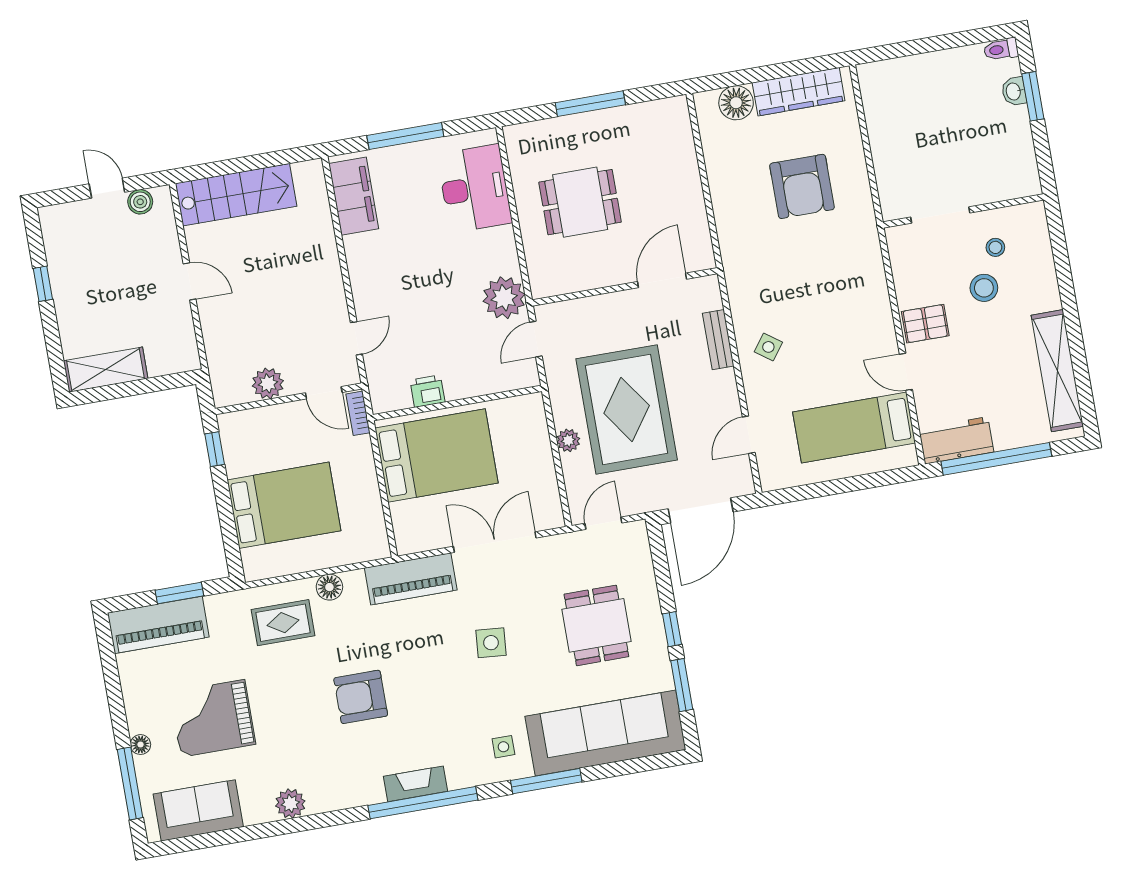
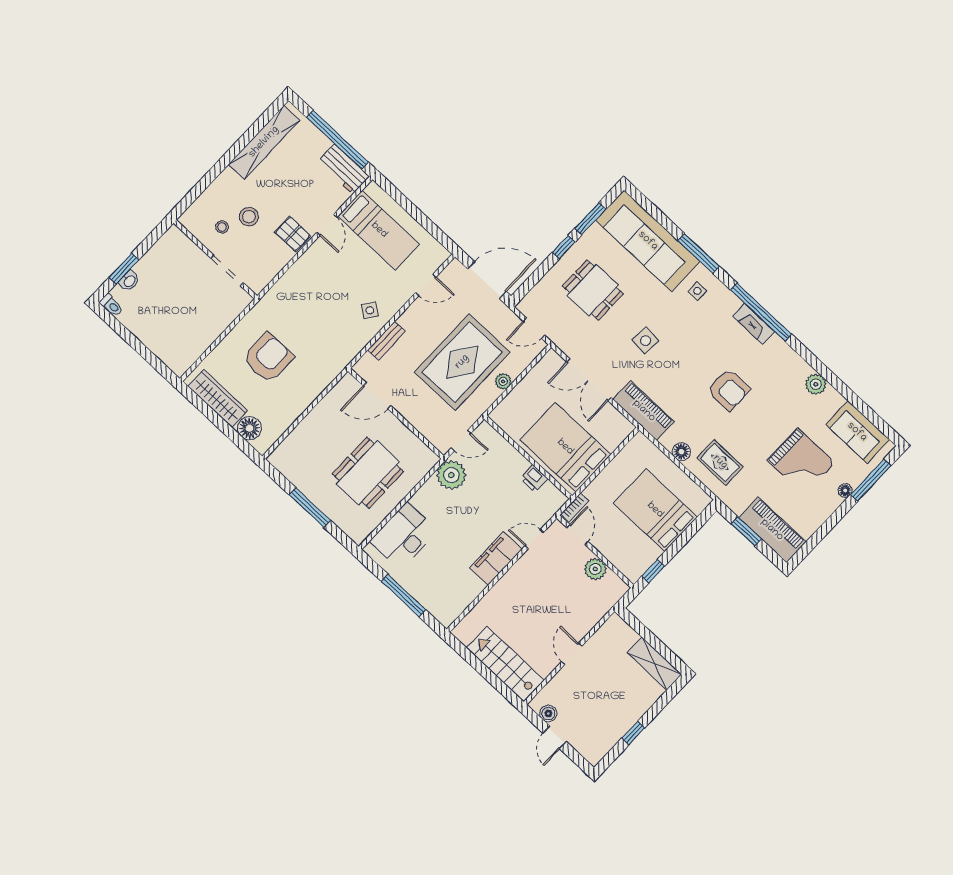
filing cabinet: (354, 196) -> (496, 558), moved
dining table: (580, 202) -> (368, 473), width x1.38
dining table: (596, 625) -> (593, 290), turned 90

